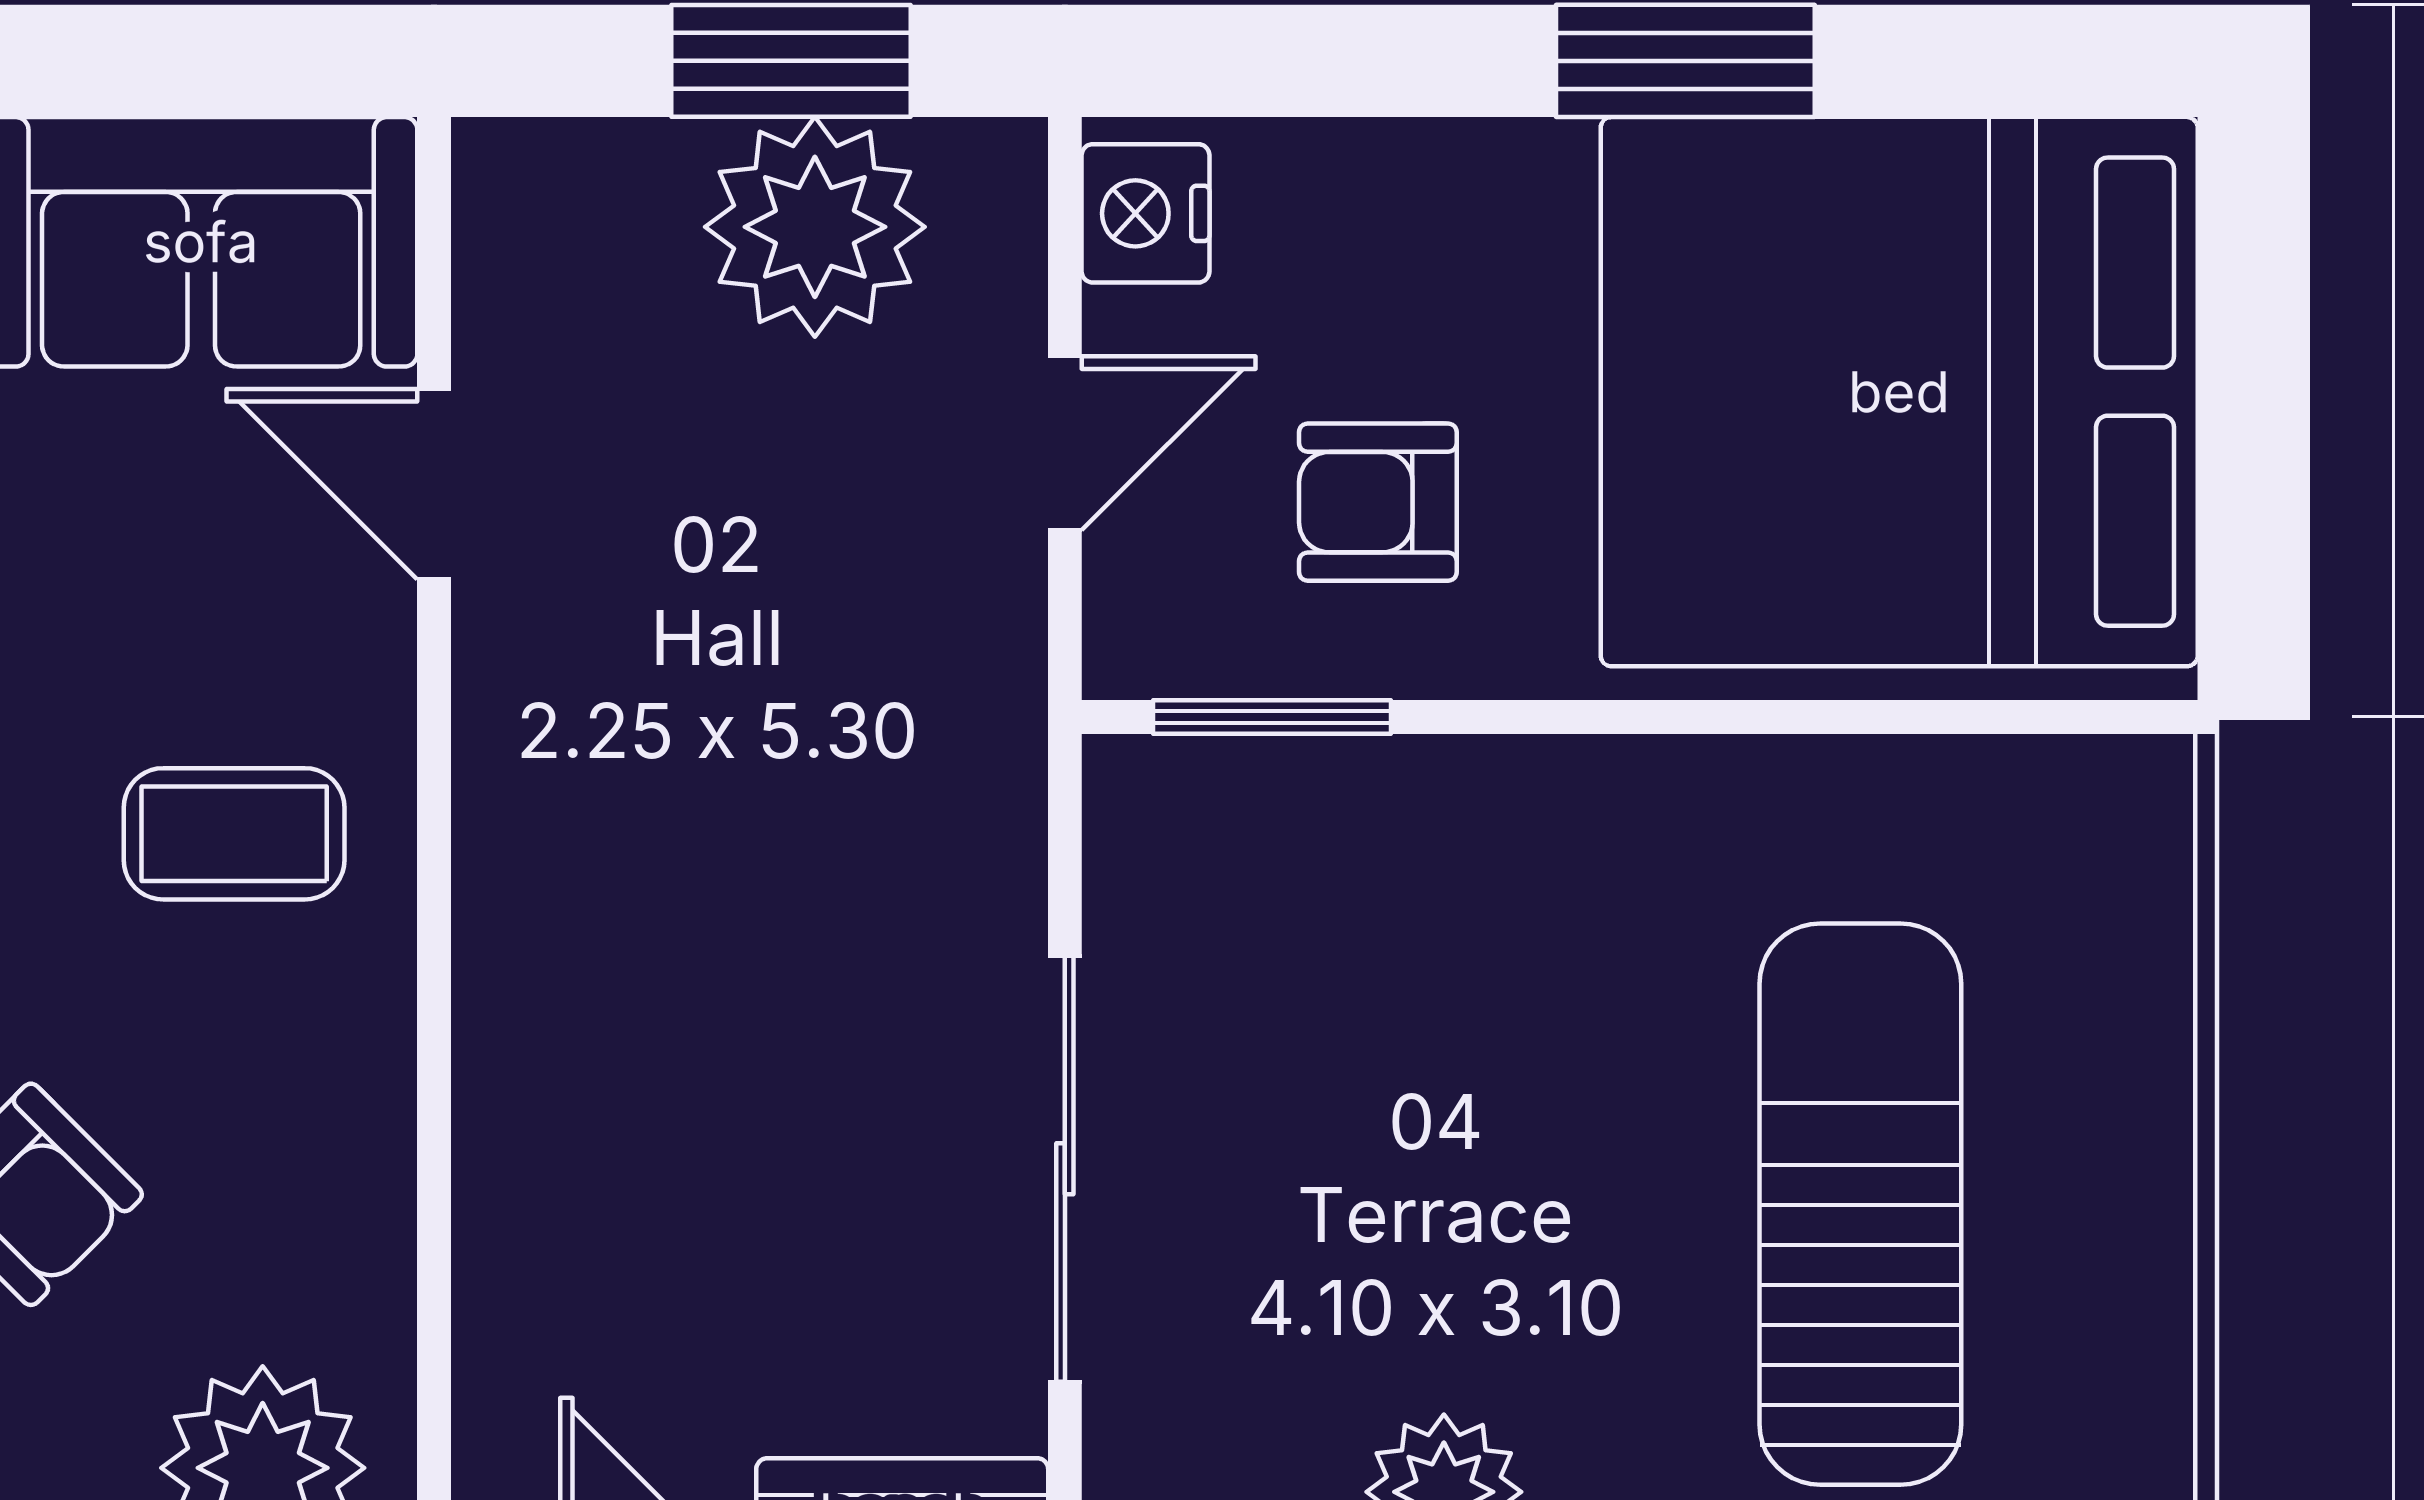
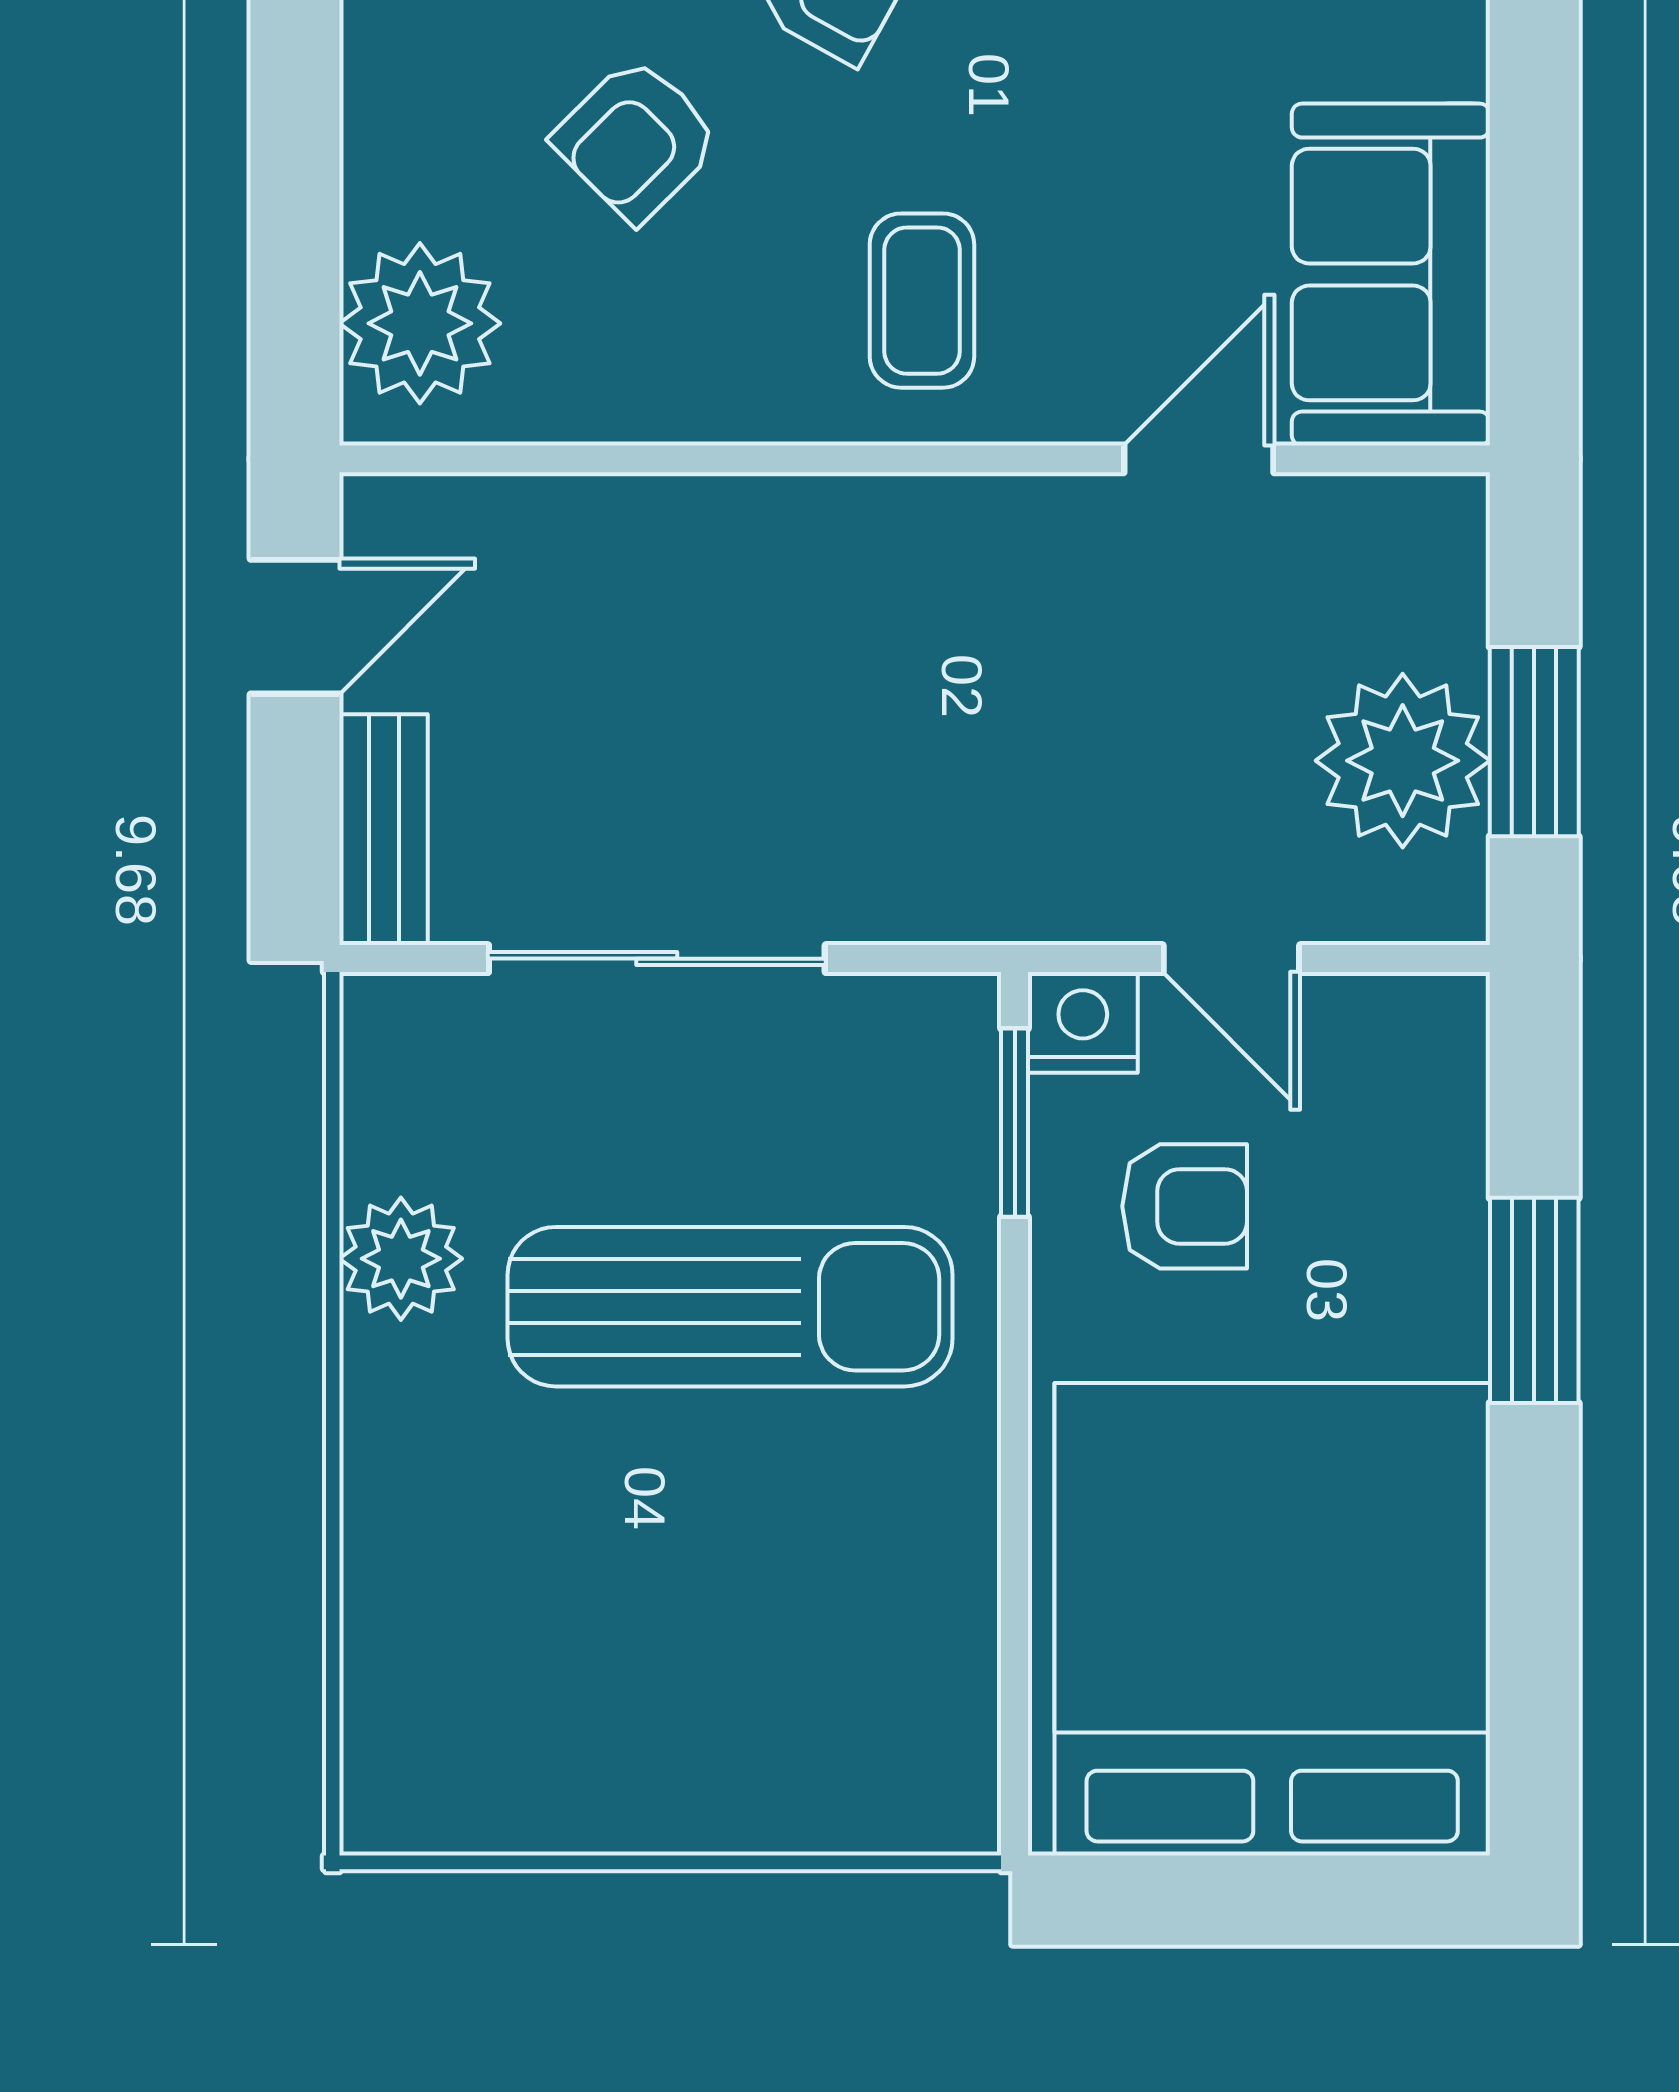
window: (1685, 61) -> (1534, 1300), moved
nightstand: (1146, 213) -> (1083, 1022), moved
armchair: (1378, 502) -> (1185, 1206), turned 90
sun lounger: (1860, 1204) -> (730, 1307), moved

